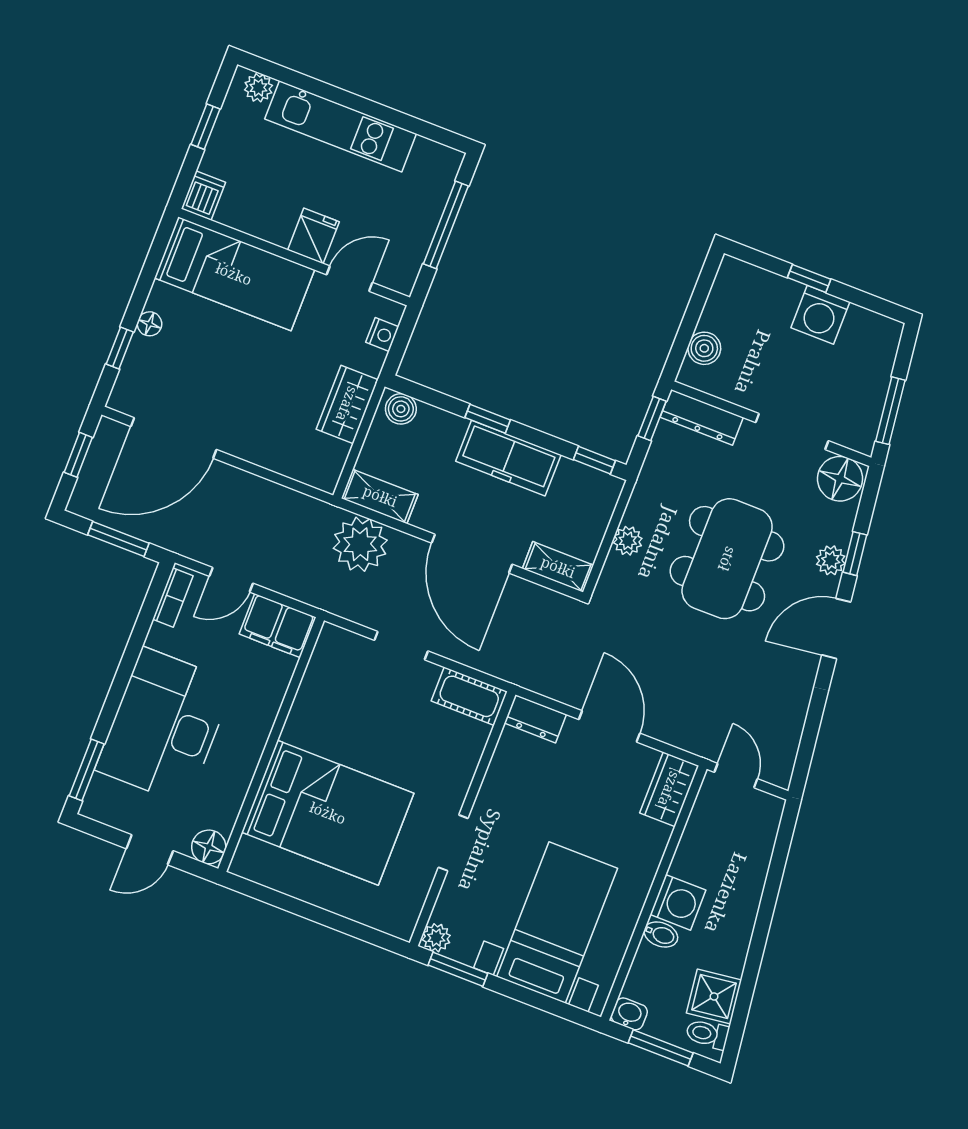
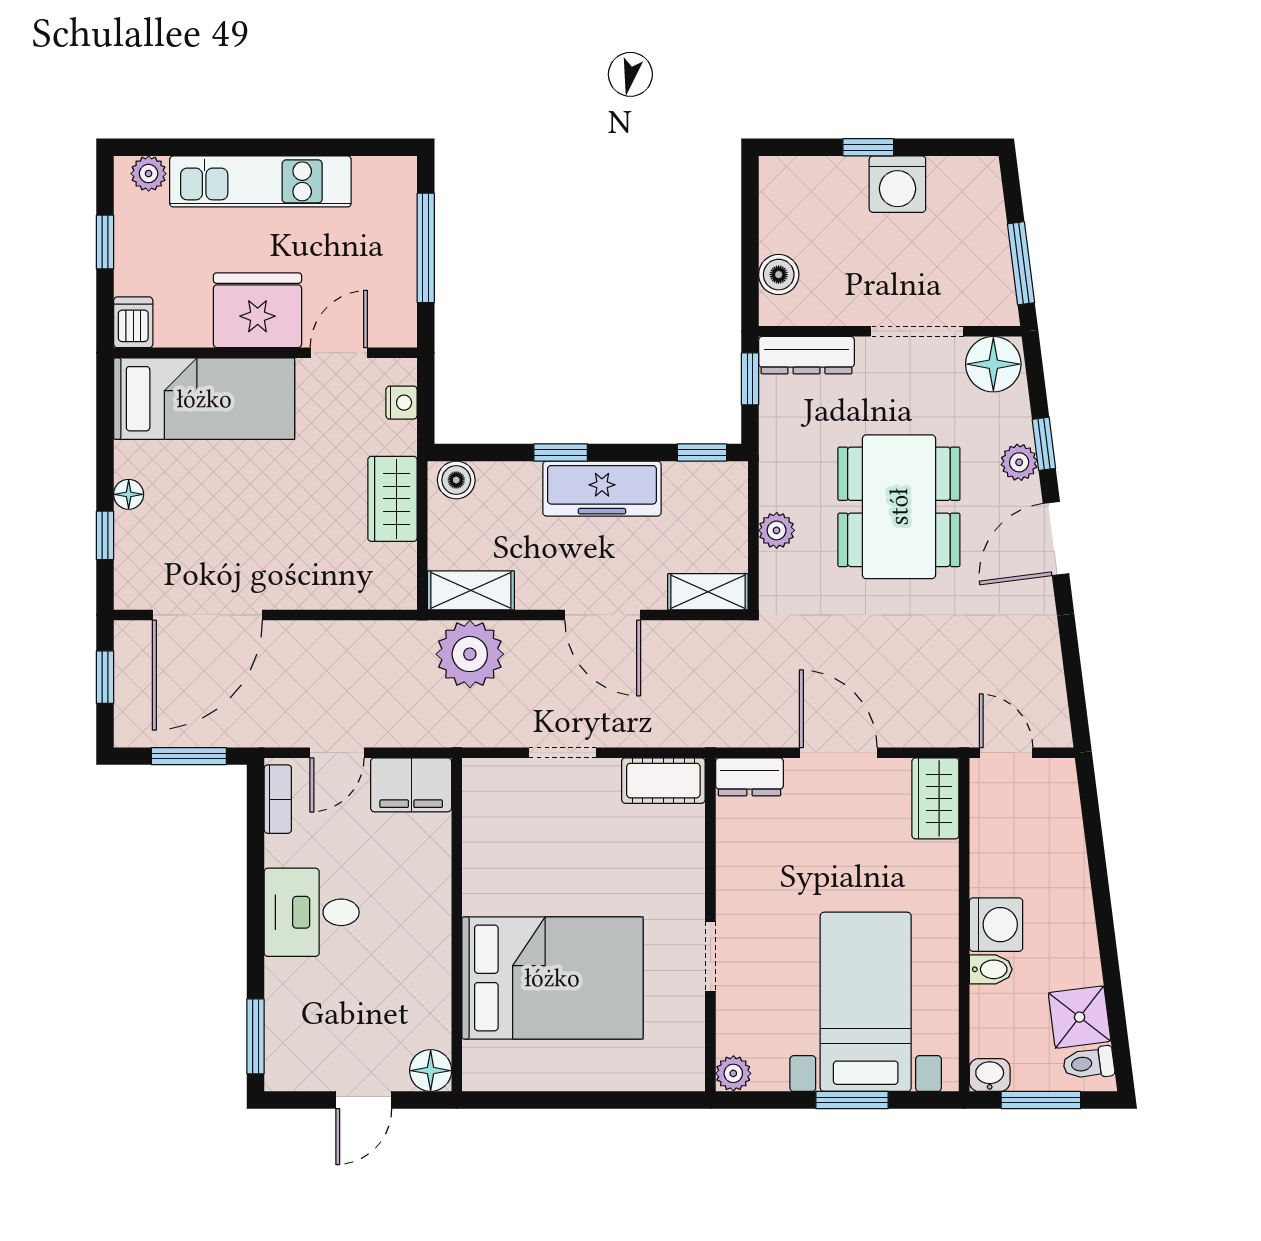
fridge: (313, 236) -> (258, 310), width x1.88, depth x1.34
door: (472, 554) -> (603, 615), width x0.73
desk: (165, 726) -> (312, 912), width x0.53, depth x0.77
window: (458, 969) -> (852, 1100), moved

